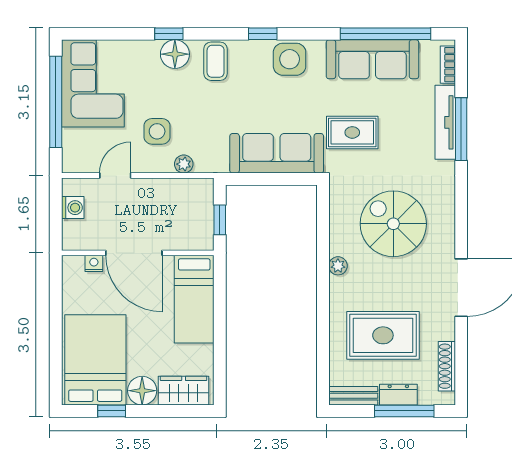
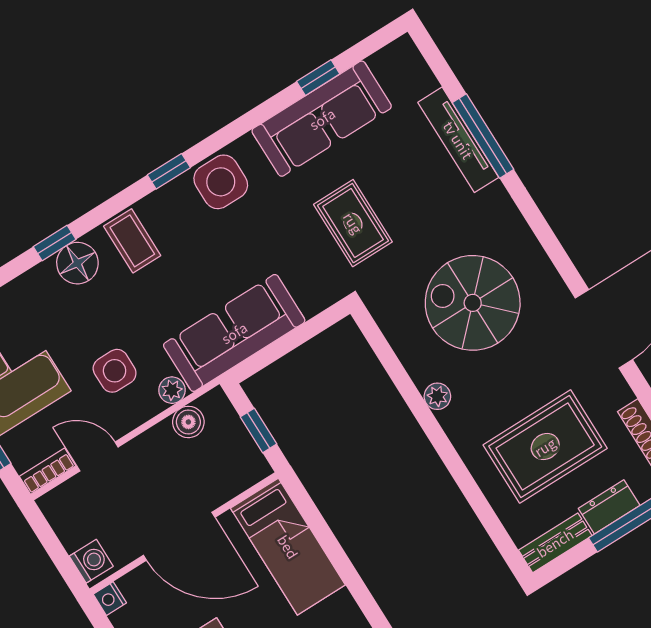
window: (386, 34) -> (318, 78), width x0.32
bookcase: (448, 65) -> (48, 471), moved, turned 90
rug: (352, 132) -> (353, 223), turned 90
sofa: (277, 153) -> (234, 333), moved
door: (115, 176) -> (97, 456), hinge flipped
boiler: (182, 189) -> (188, 422), added
washing machine: (73, 208) -> (91, 561), moved
nightstand: (94, 263) -> (110, 599), moved, turned -90

